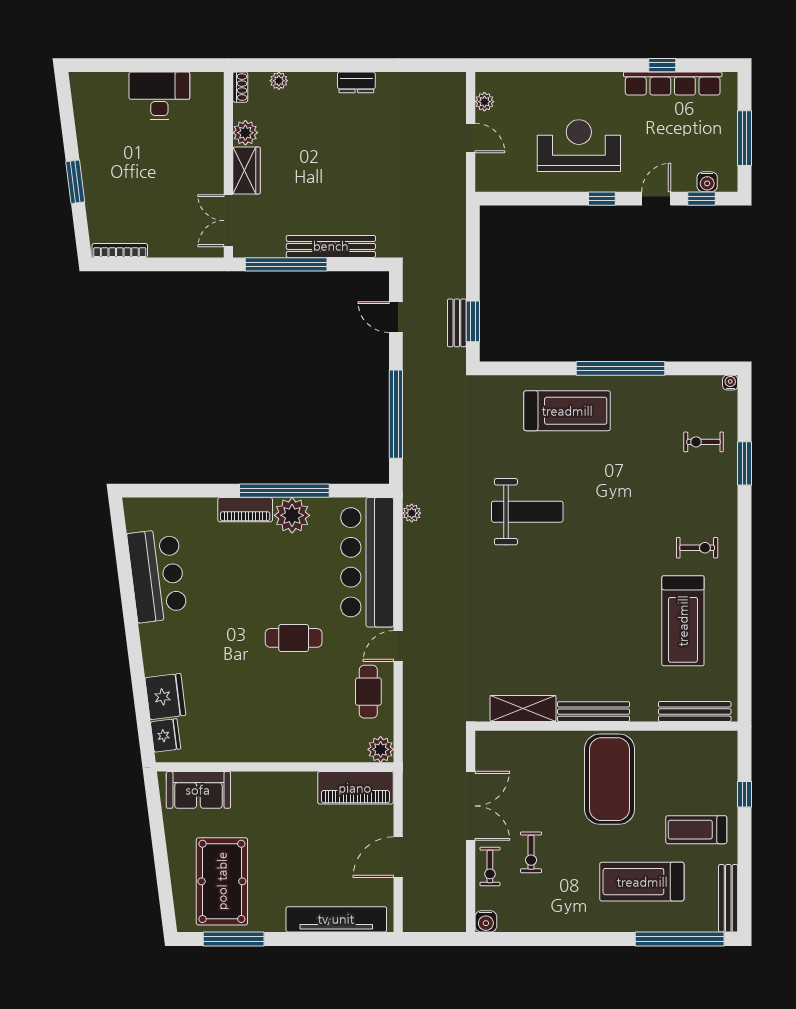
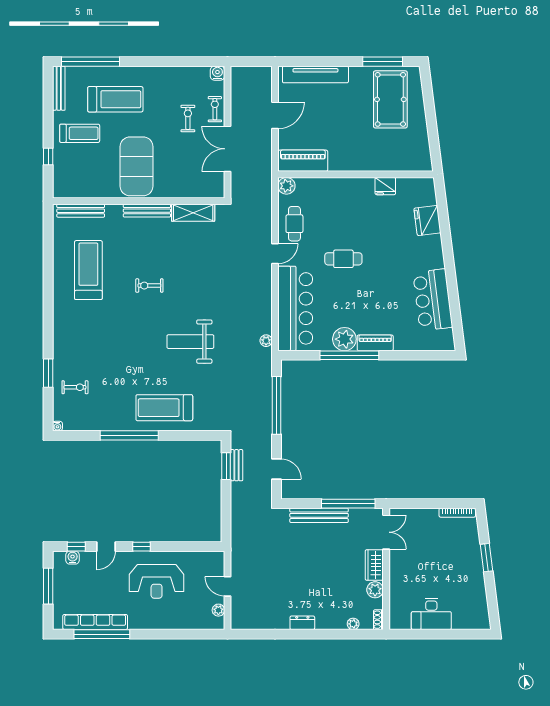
window: (662, 65) -> (102, 634), width x3.17
exercise bike: (697, 548) -> (149, 286), moved
fridge: (166, 735) -> (385, 186), moved, turned -83
sofa: (198, 790) -> (406, 159), removed

